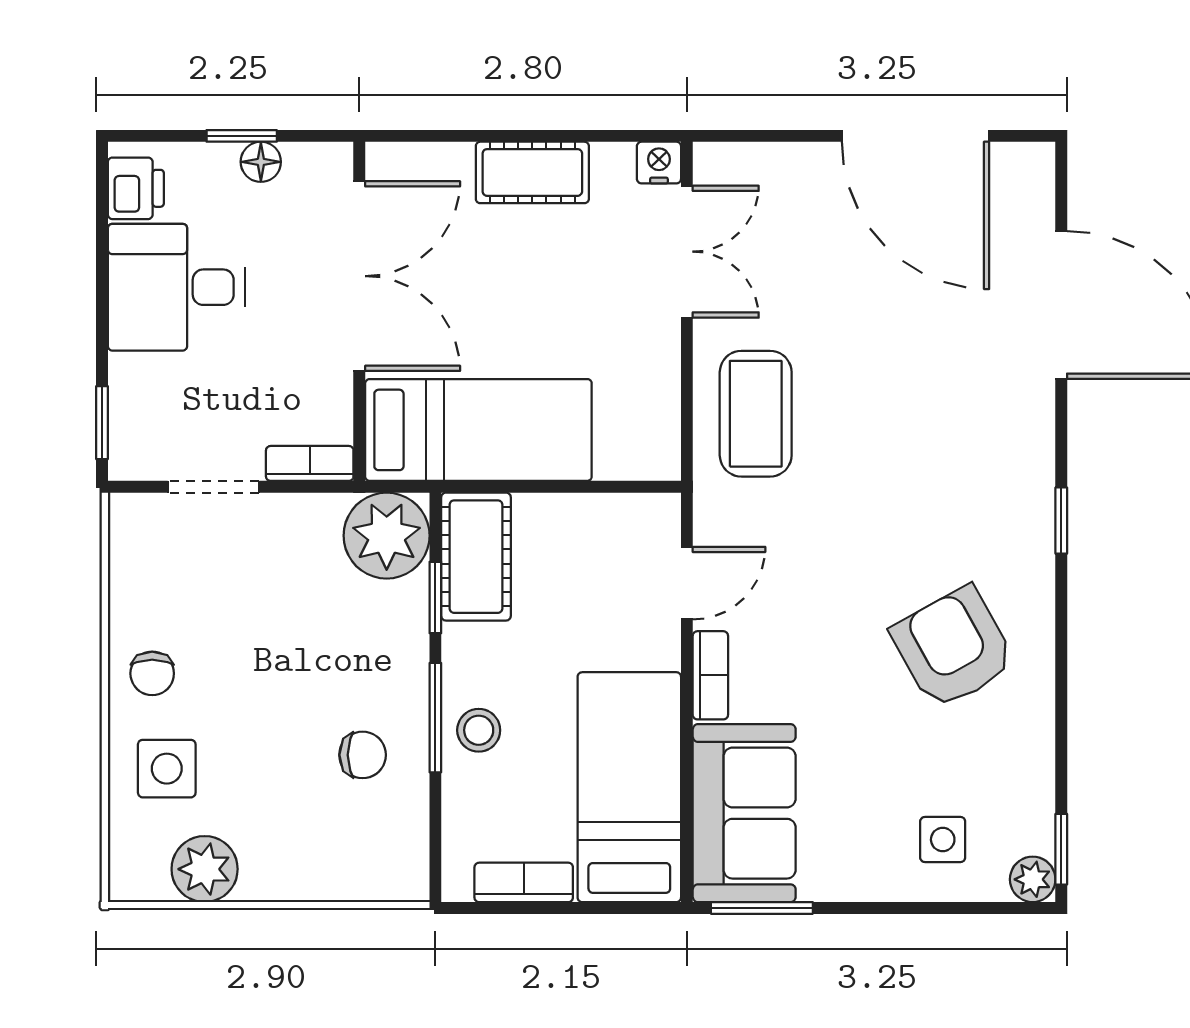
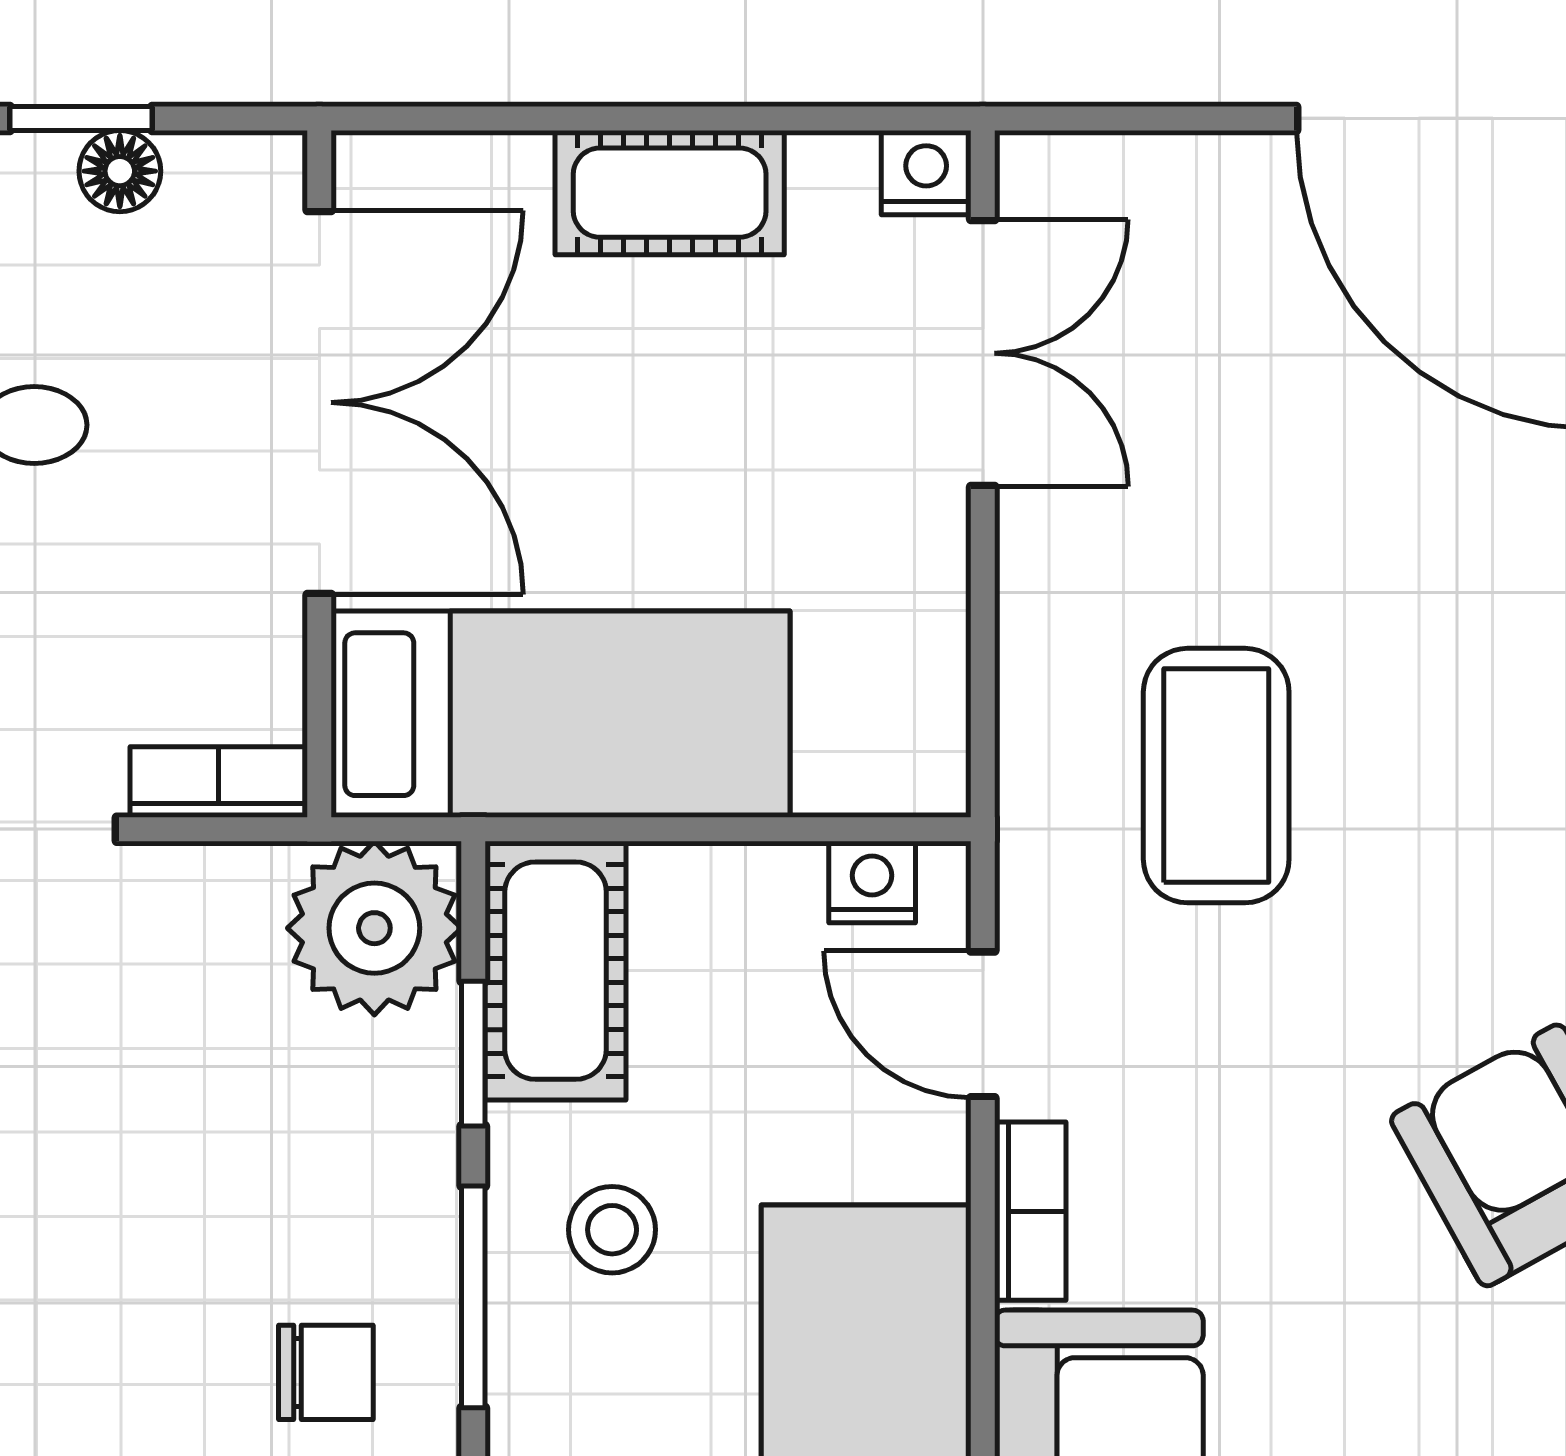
coffee table: (756, 414) -> (1216, 776), moved
nightstand: (632, 513) -> (872, 882), added
door: (687, 583) -> (983, 1024), swing flipped
stool: (479, 730) -> (612, 1230), moved

